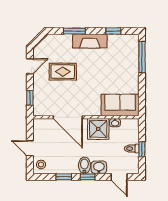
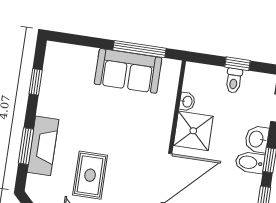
fireplace: (90, 41) -> (43, 146), moved
window: (142, 57) -> (140, 49), moved
sofa: (120, 105) -> (128, 71), moved, turned -90

